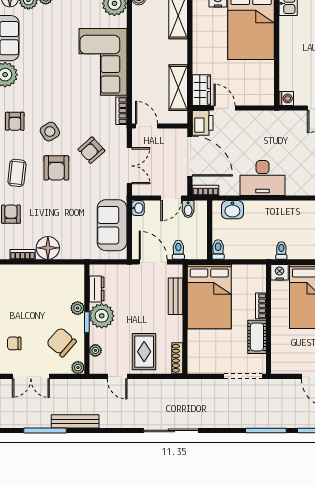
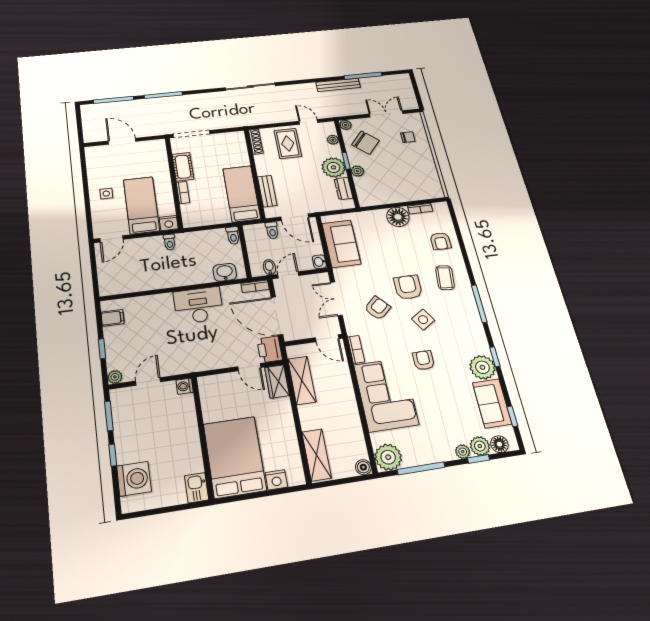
armchair: (15, 121) -> (423, 360), moved
bed: (209, 297) -> (242, 194), width x0.67

